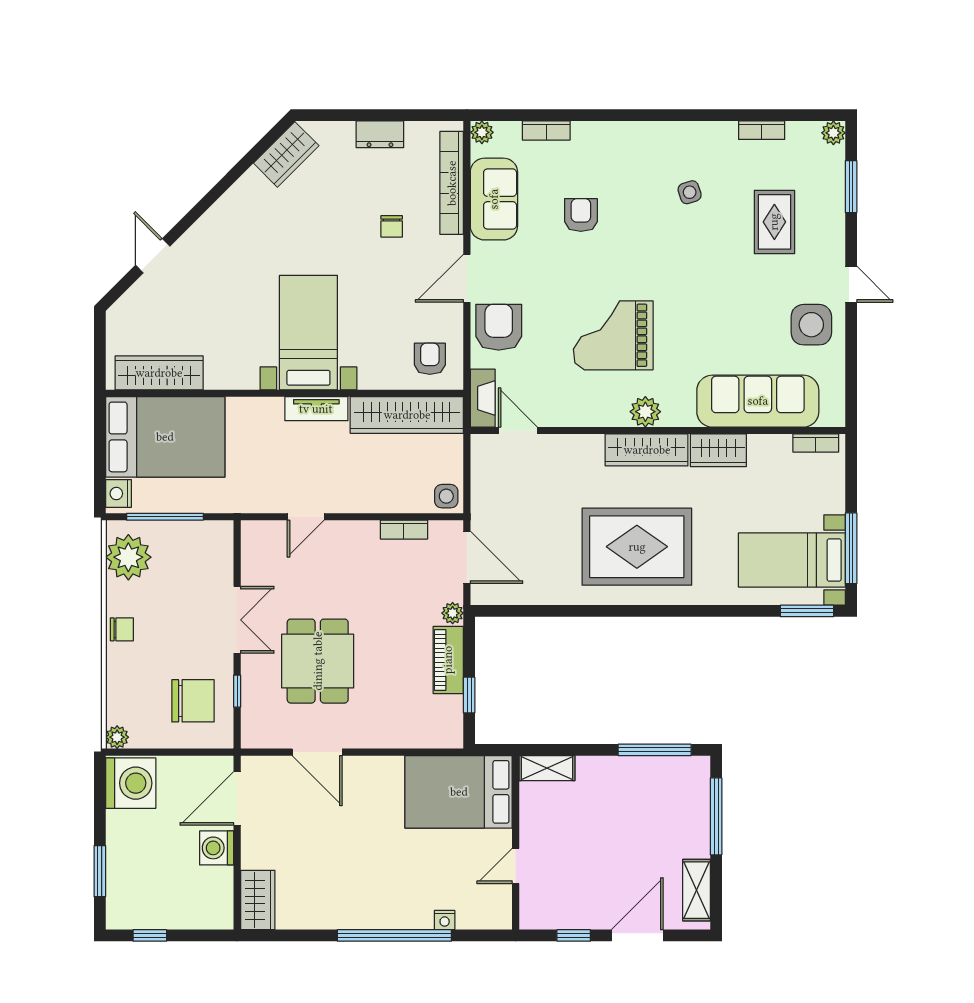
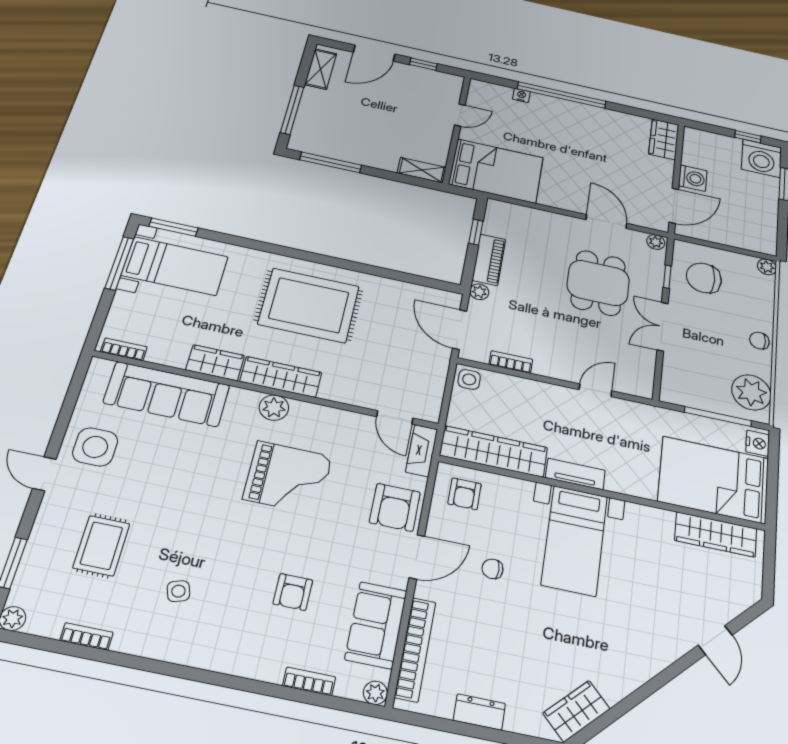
chair: (392, 226) -> (493, 569), moved, turned -90
plant: (255, 738) -> (656, 242), added
washing machine: (131, 783) -> (761, 158), moved, turned -90

